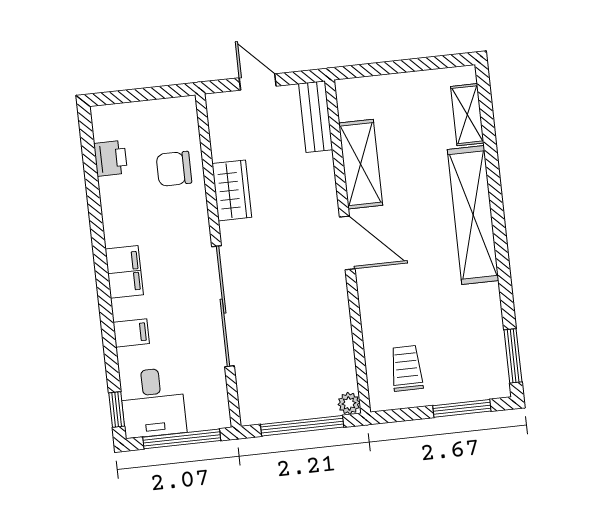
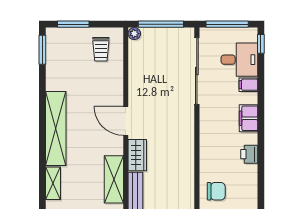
printer: (110, 158) -> (249, 154), moved
shelving: (361, 164) -> (114, 179), moved
chair: (174, 169) -> (216, 191), moved
wardrobe: (232, 190) -> (137, 155), moved, turned 180
sliding door: (223, 306) -> (197, 71), moved
desk: (153, 403) -> (239, 60), moved, turned 90

